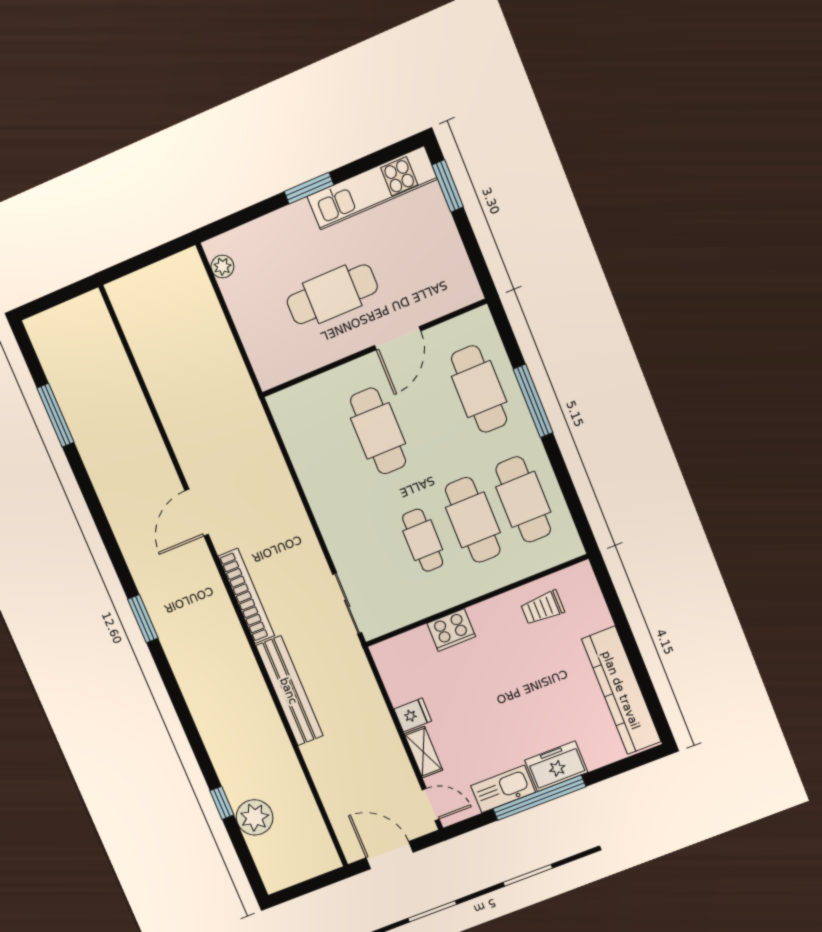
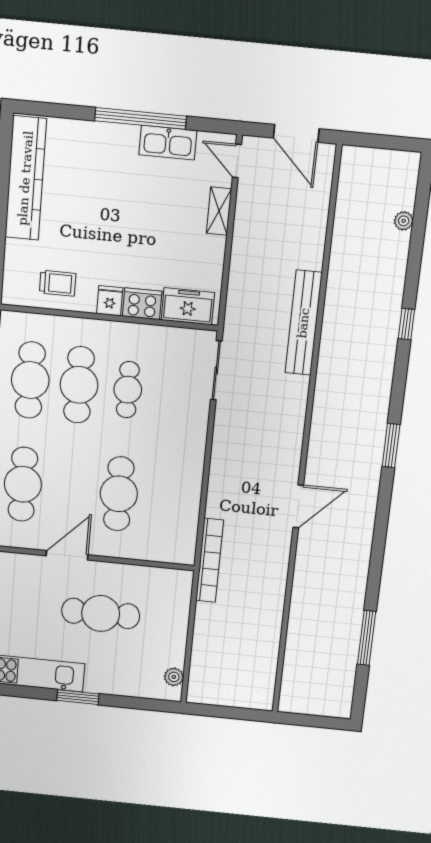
bookcase: (246, 596) -> (210, 560), moved, turned 180
fridge: (413, 715) -> (110, 301), moved, turned 90
freezer: (556, 766) -> (188, 306), moved, turned 180
window: (222, 803) -> (406, 324), moved
plant: (255, 817) -> (404, 221), width x0.53, depth x0.53

